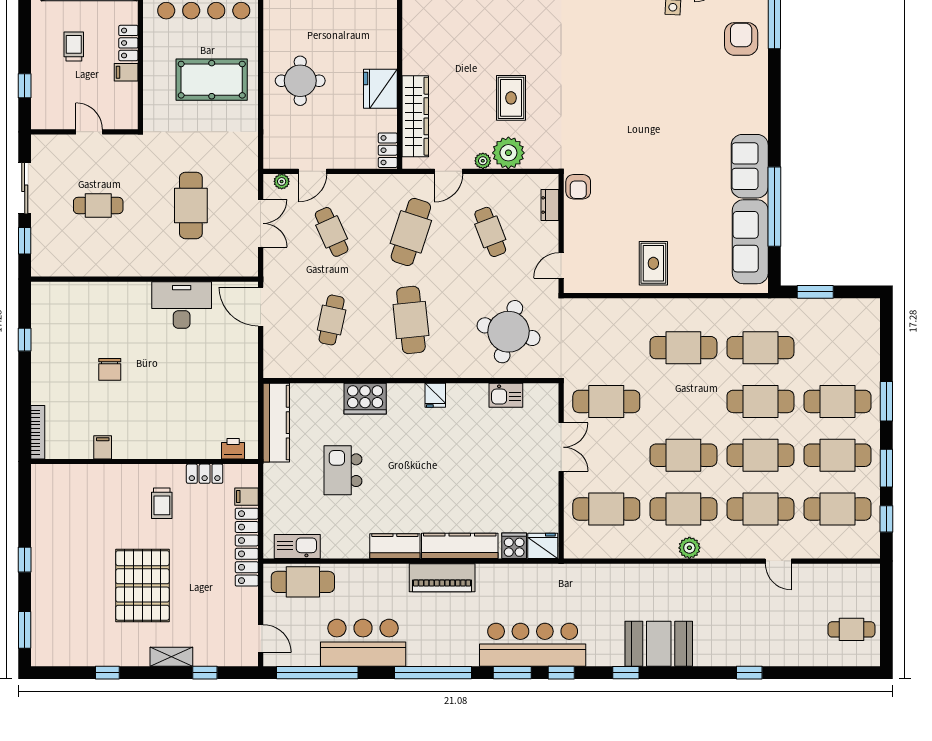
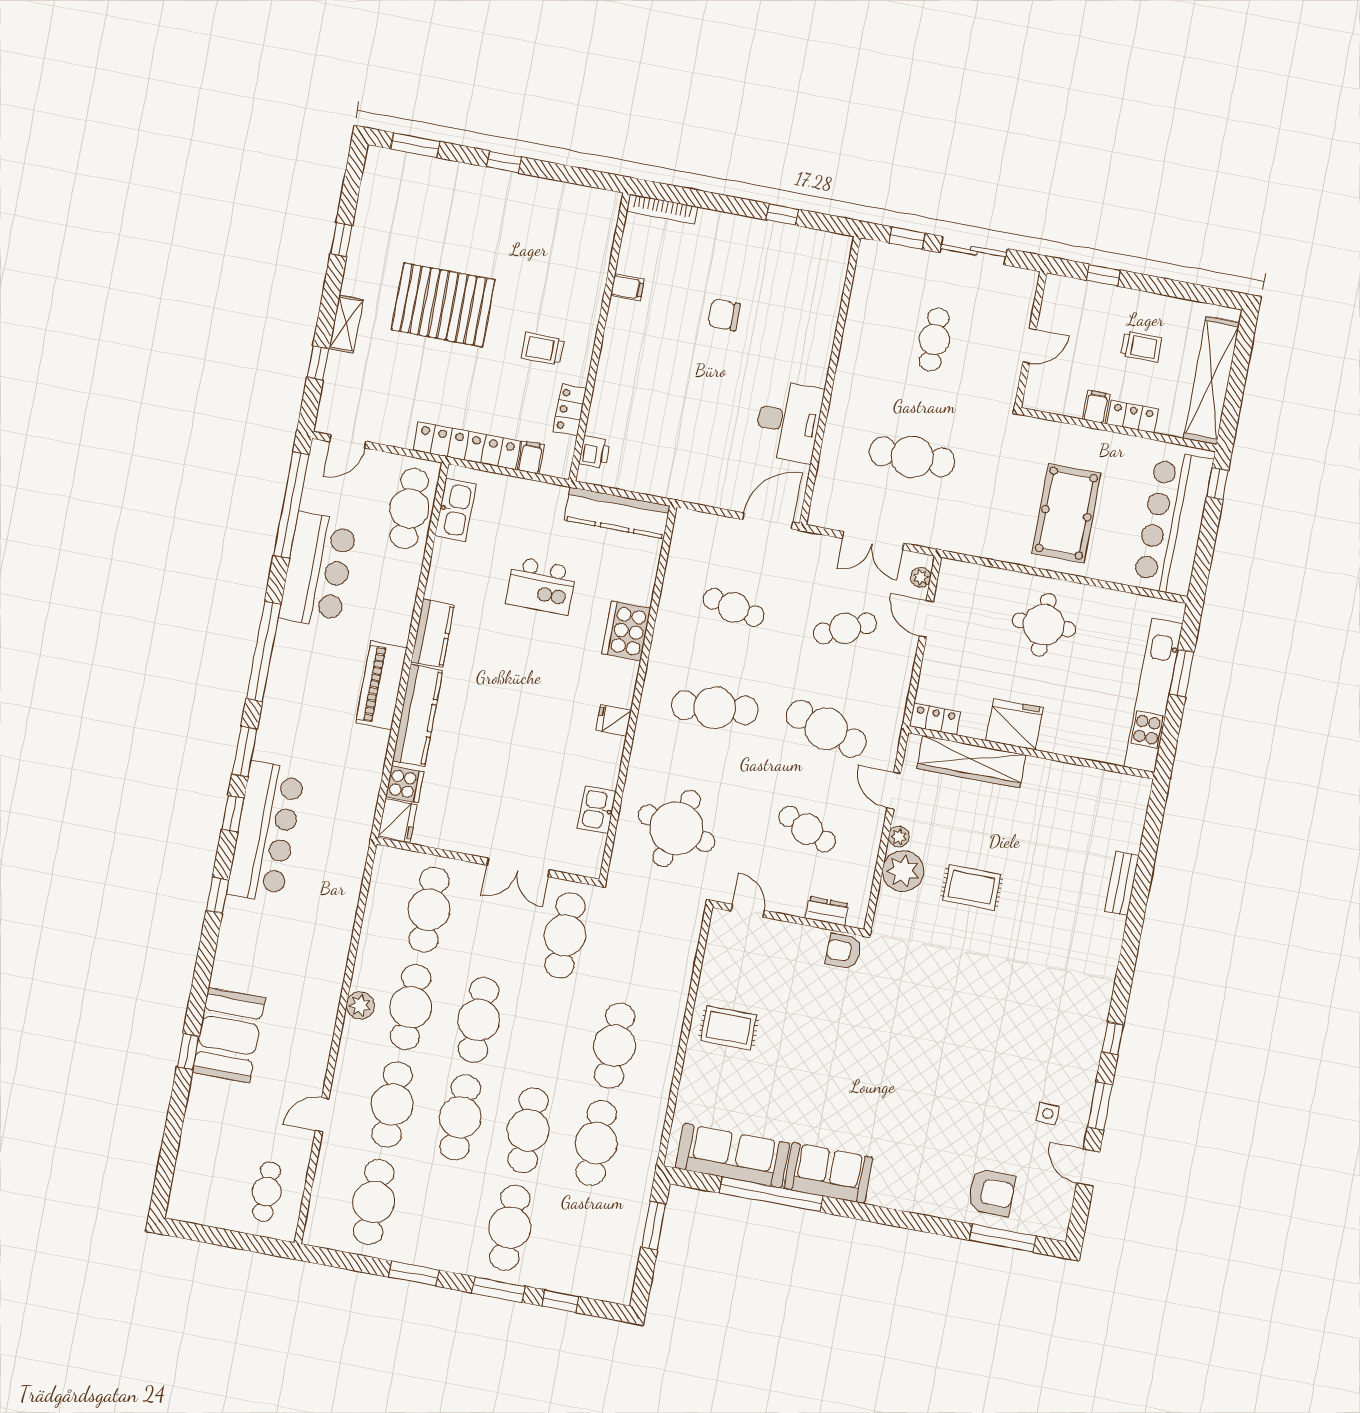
cafe table: (490, 232) -> (807, 829), turned 45
cafe table: (837, 455) -> (442, 1215), removed
kitchen island: (343, 470) -> (541, 586), turned 180
window: (886, 519) -> (560, 1301), moved
cafe table: (851, 629) -> (267, 1192), moved
booth: (659, 644) -> (229, 1035), moved
bar counter: (533, 645) -> (266, 832), moved

